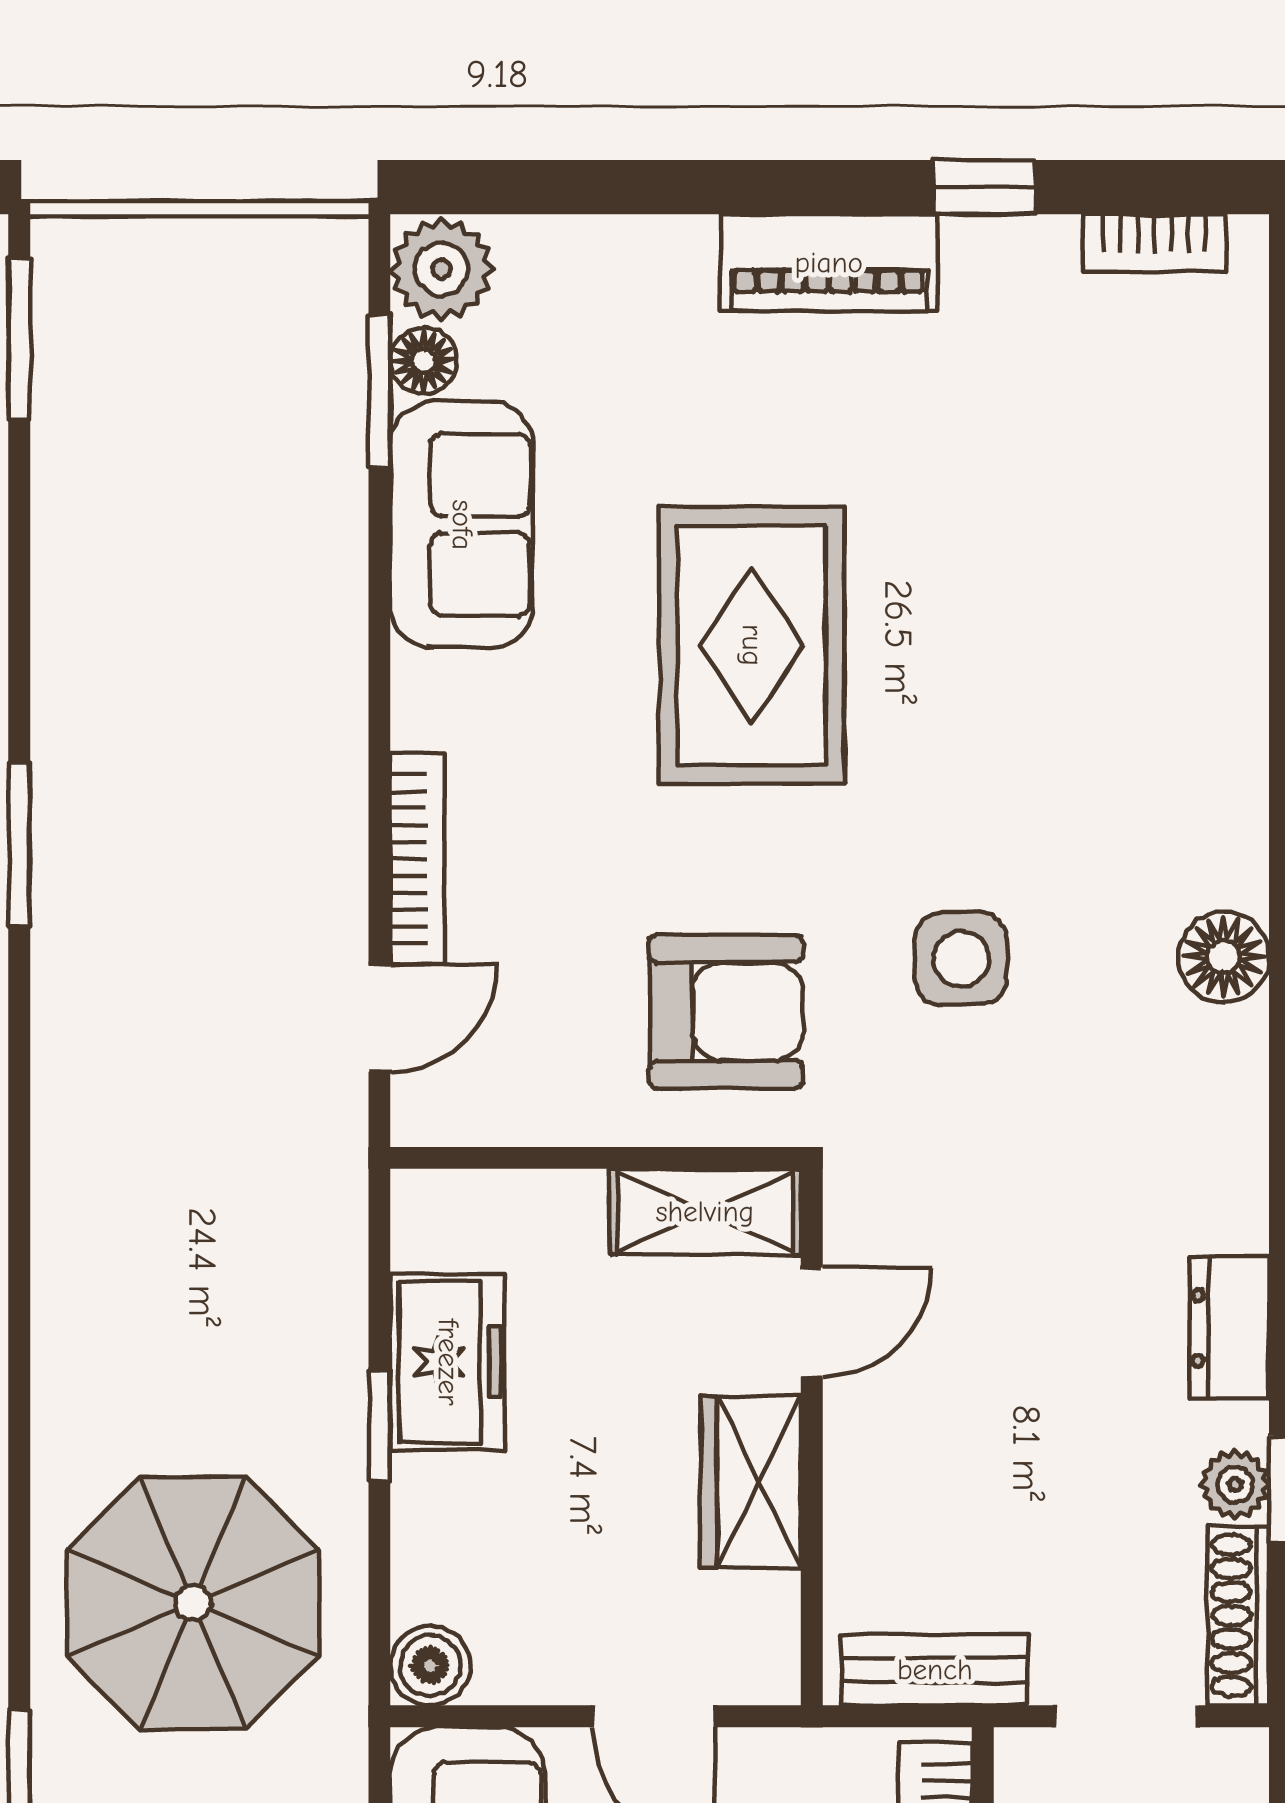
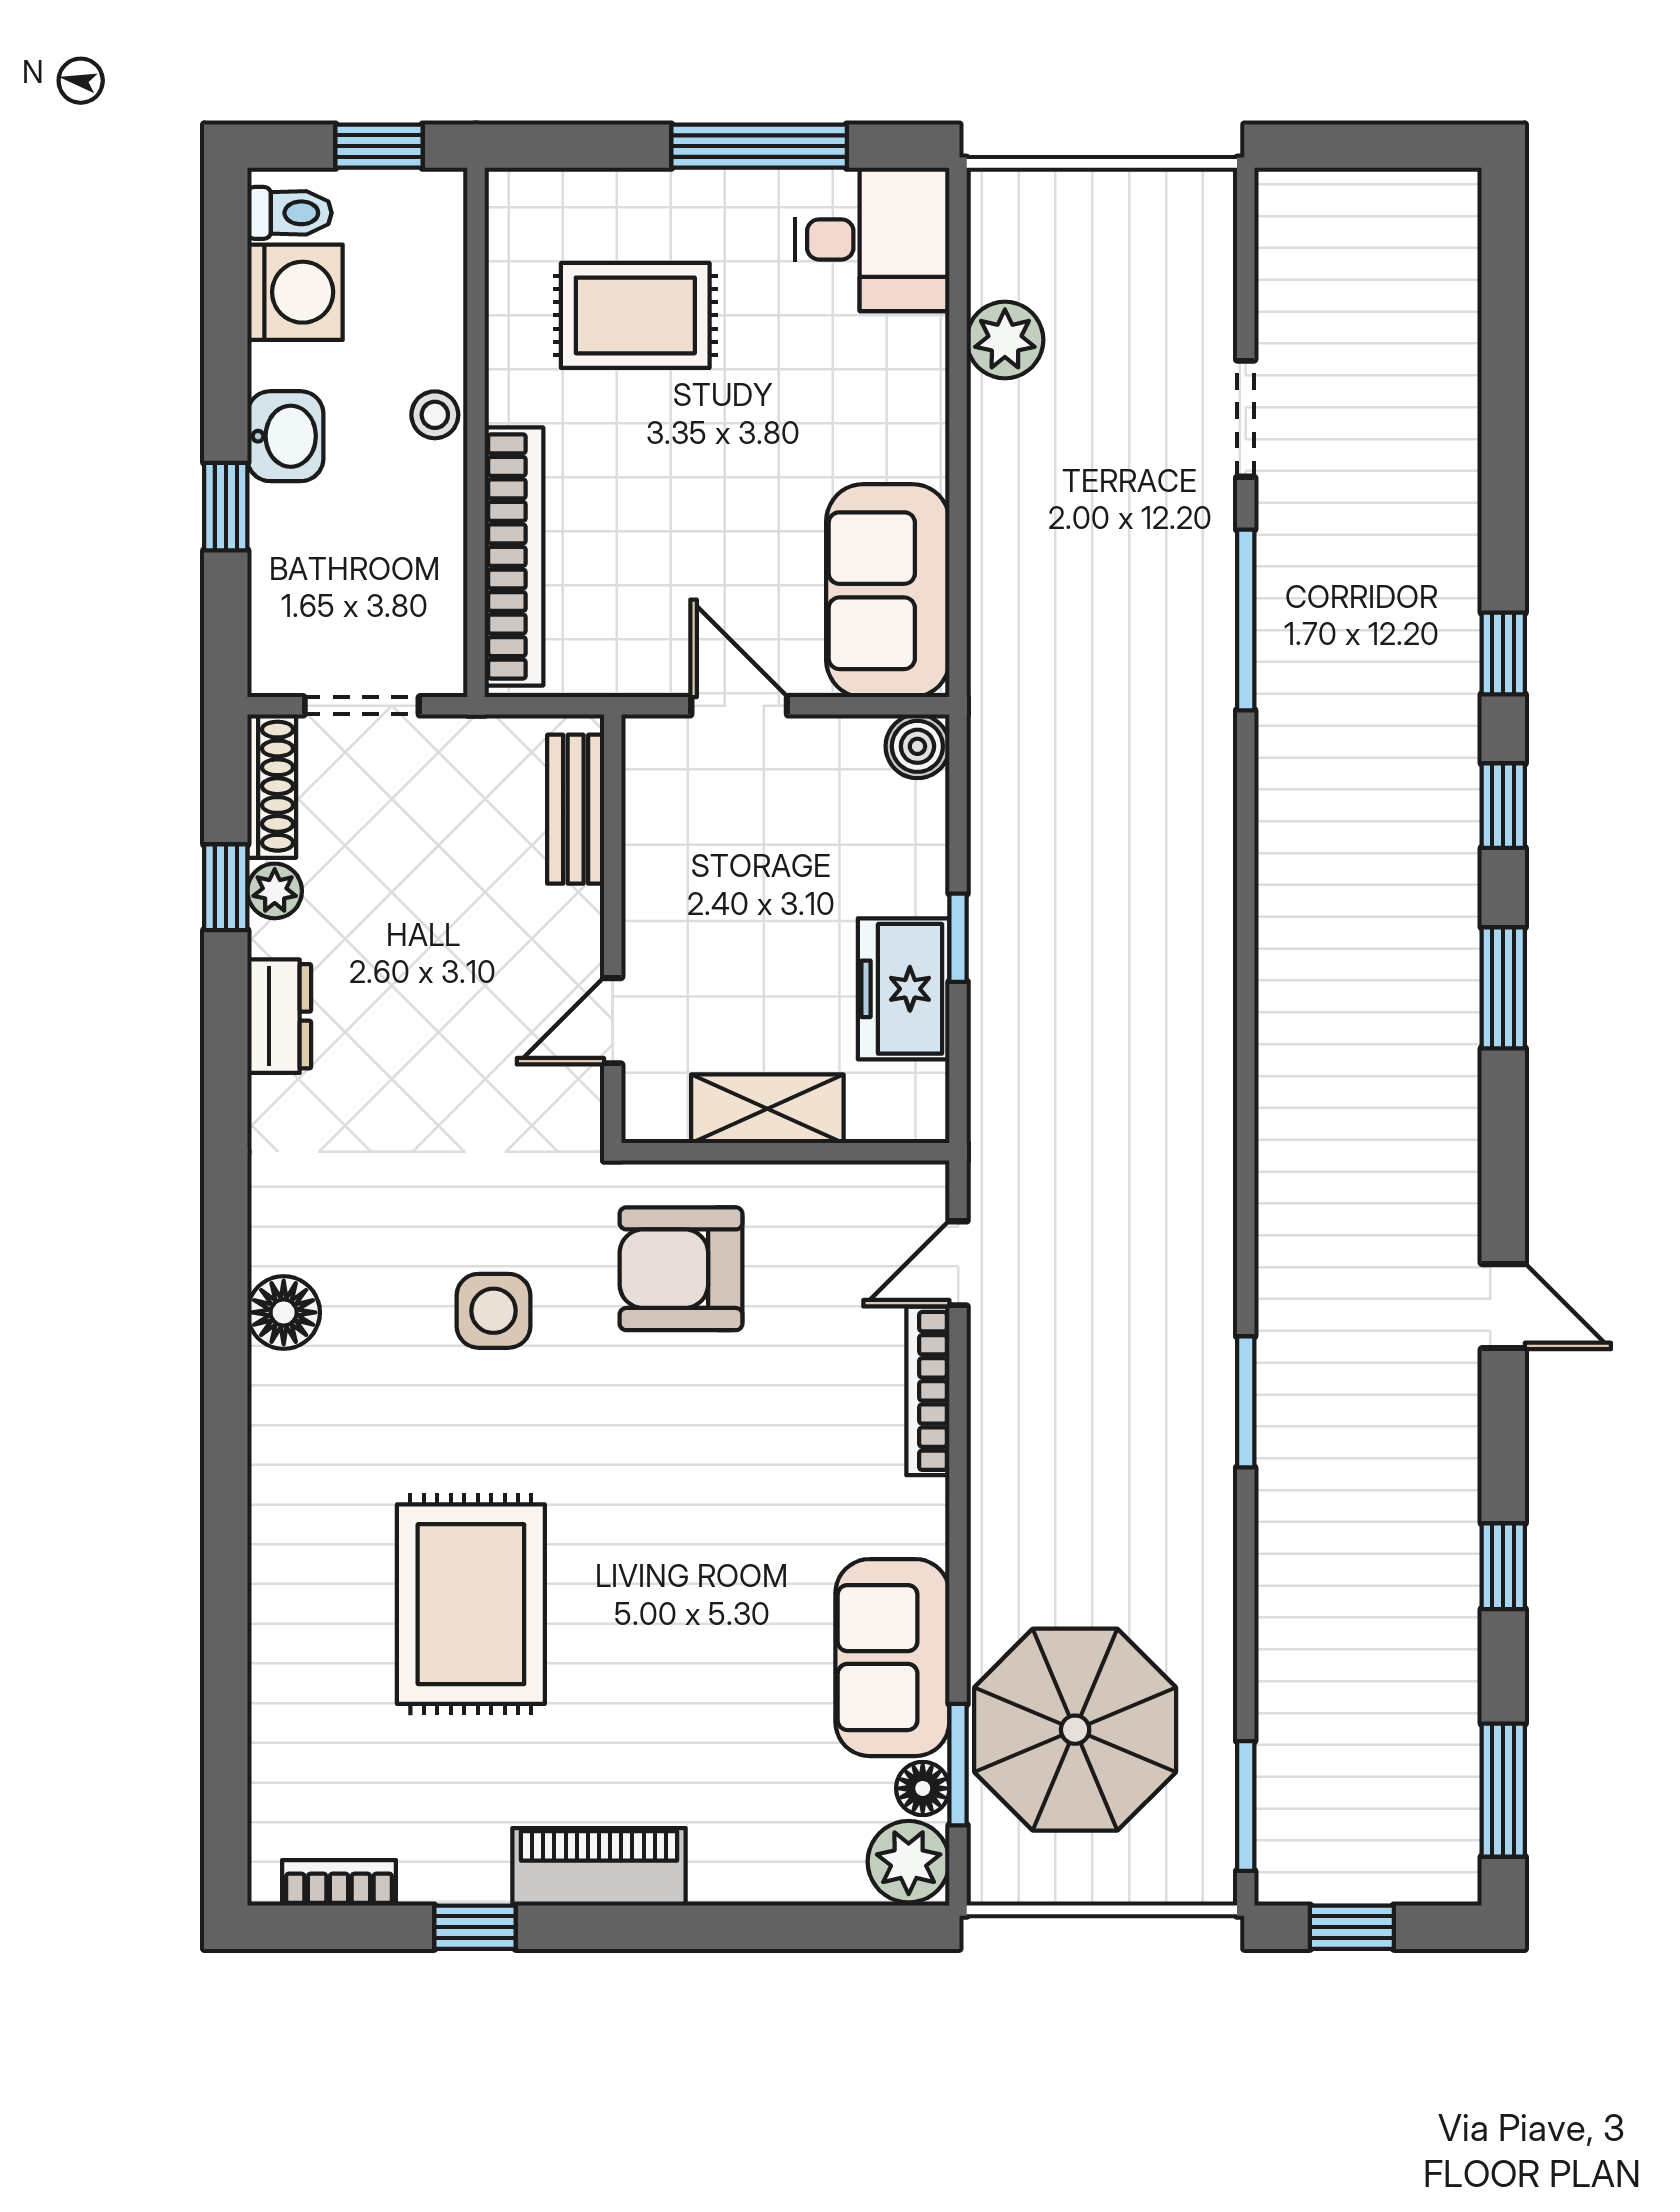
rug: (752, 645) -> (471, 1604), moved
shelving: (705, 1212) -> (767, 1109), moved
wardrobe: (751, 1482) -> (661, 893), removed
parasol: (193, 1603) -> (1075, 1730), moved
bench: (935, 1670) -> (576, 809), moved, turned 90

